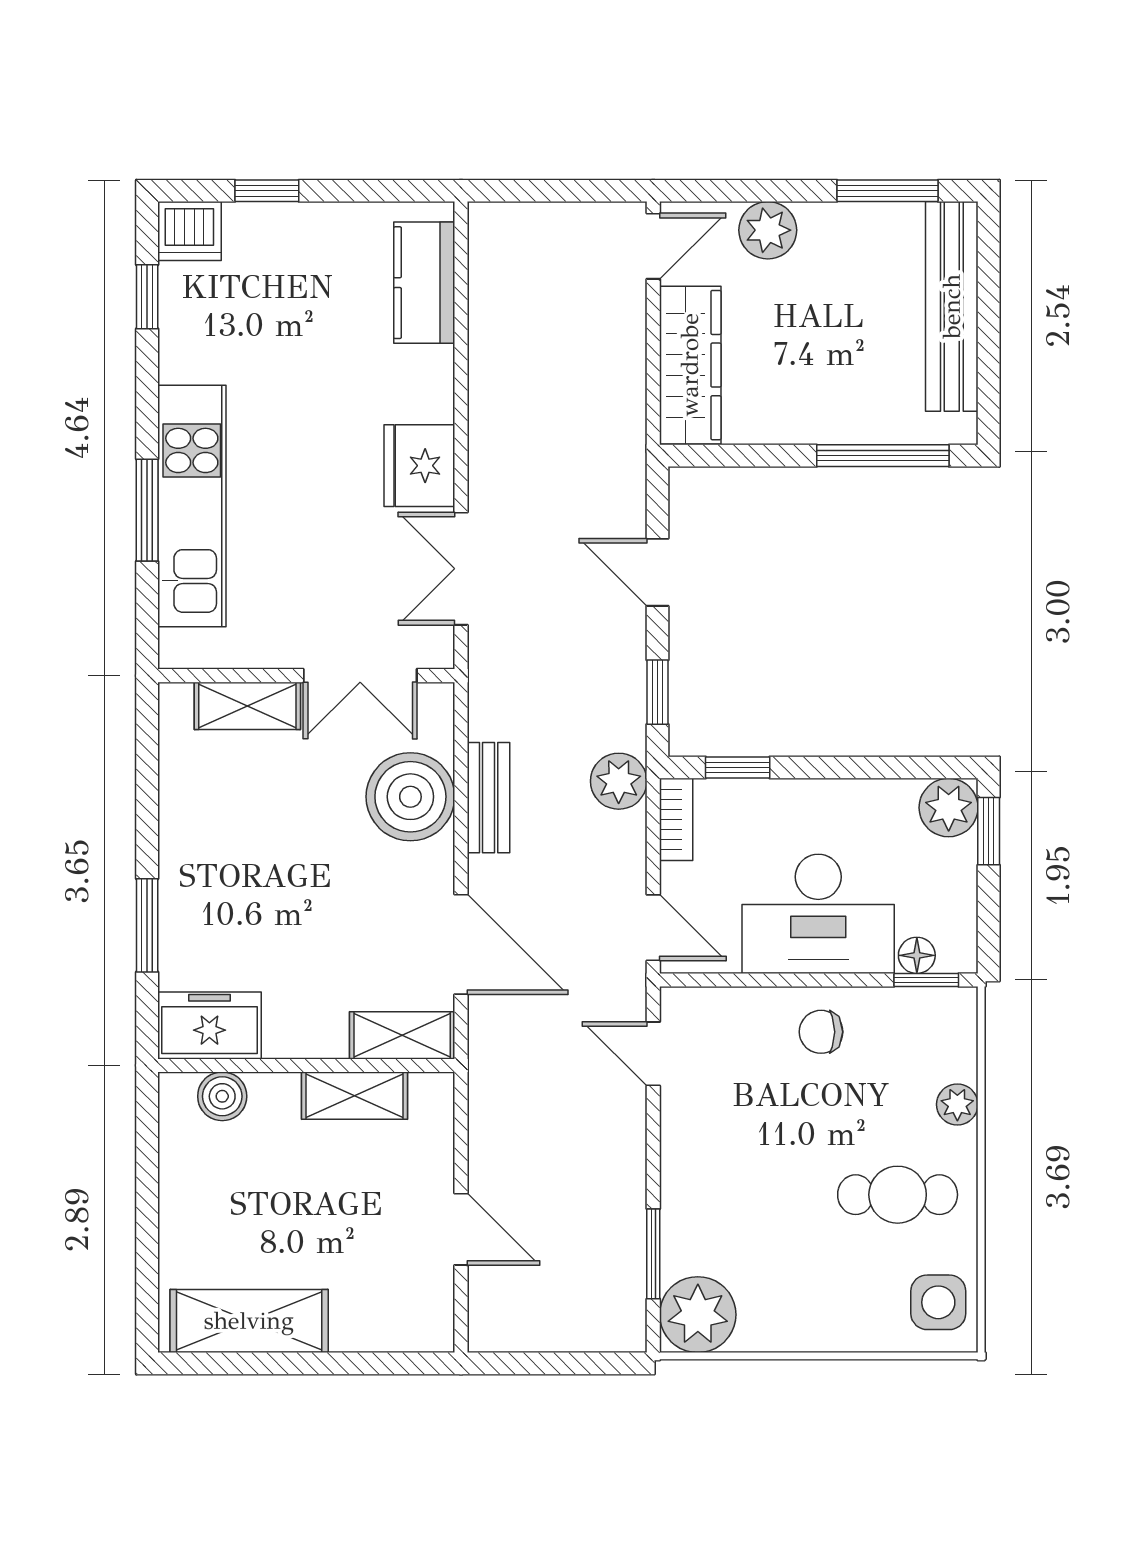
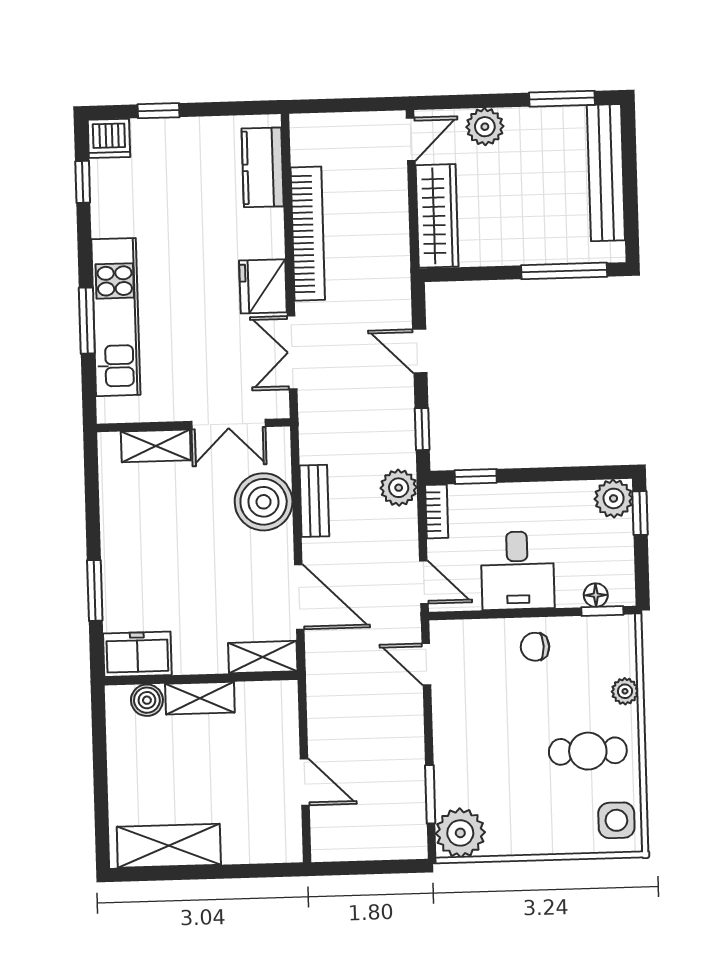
bookcase: (491, 387) -> (308, 234), added
desk: (818, 914) -> (517, 570), width x0.73
shelving: (354, 1096) -> (200, 698), moved

